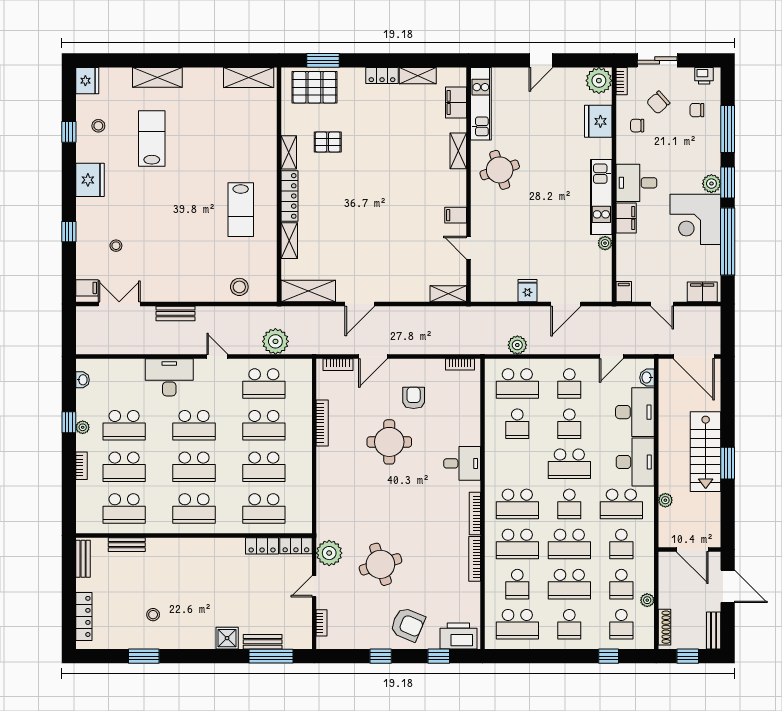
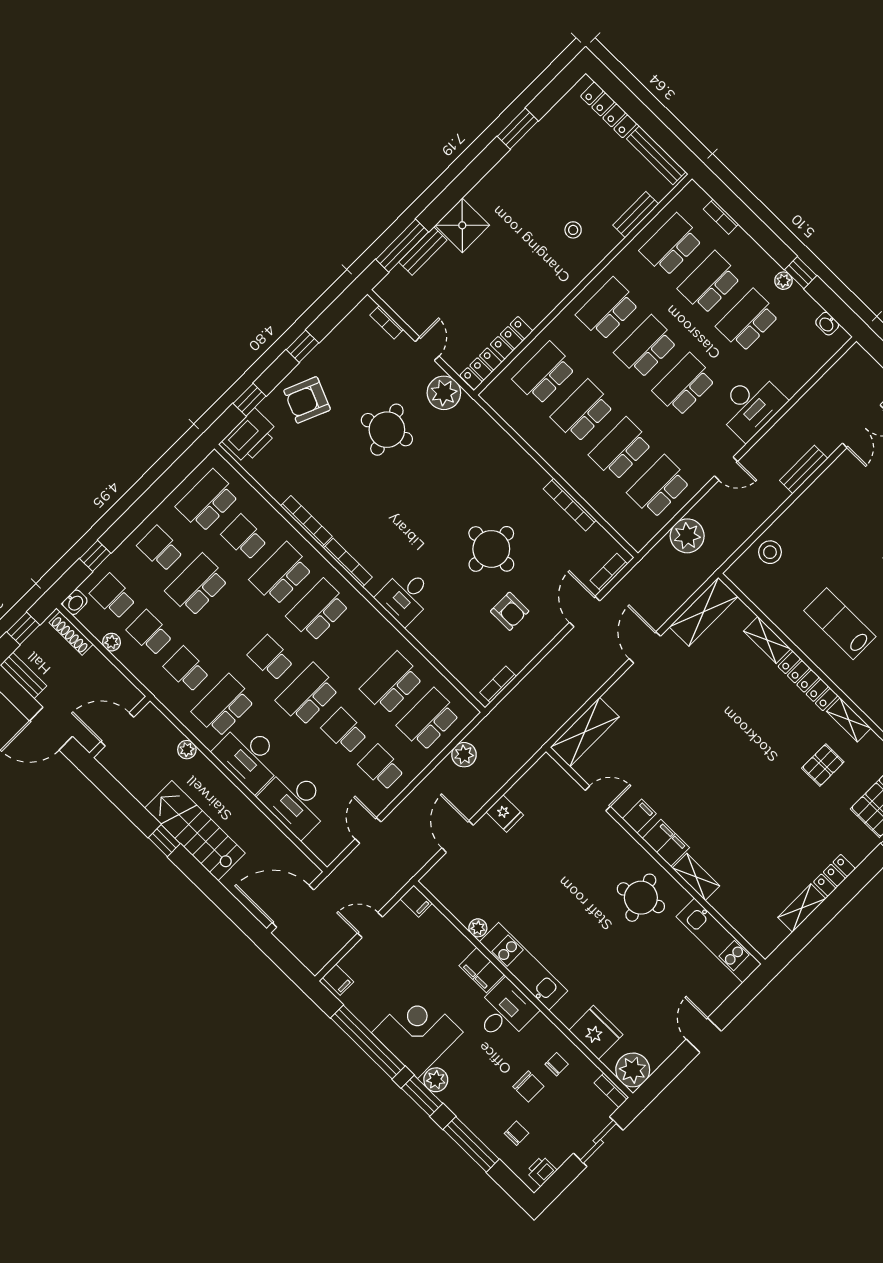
filing cabinet: (456, 102) -> (666, 843), moved
chair: (658, 102) -> (528, 1086), moved, turned 132
filing cabinet: (702, 292) -> (338, 980), width x0.50
shelving: (448, 294) -> (585, 732), width x1.50, depth x1.33
washbasin: (647, 378) -> (75, 602), moved, turned 90
school desk: (517, 424) -> (392, 683), width x1.85
window: (728, 463) -> (164, 841), width x0.67
bookcase: (81, 466) -> (721, 217), moved
school desk: (569, 544) -> (234, 622), removed
bench: (83, 559) -> (656, 155), width x1.36
stool: (153, 615) -> (573, 230), moved
shower: (227, 638) -> (462, 225), width x1.36, depth x1.36

